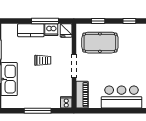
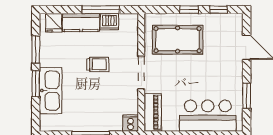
window: (98, 21) -> (189, 10), moved
fridge: (66, 31) -> (54, 23), moved

